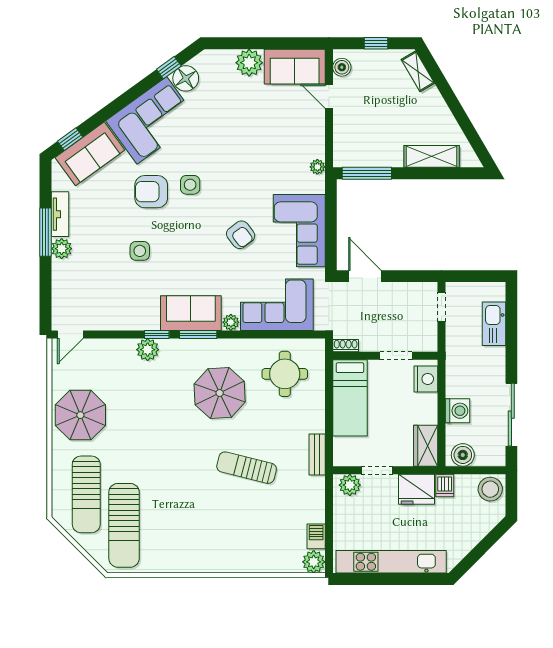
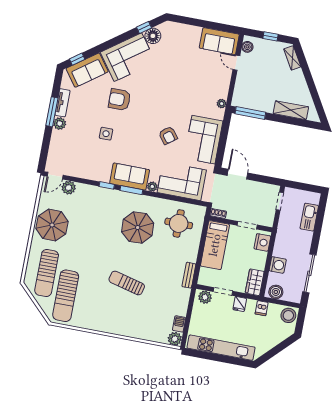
plant: (249, 63) -> (193, 34), removed
side table: (190, 185) -> (144, 100), removed
plant: (148, 350) -> (69, 188), moved
sun lounger: (247, 468) -> (127, 283), moved
fridge: (416, 489) -> (240, 304), width x0.53, depth x0.75

